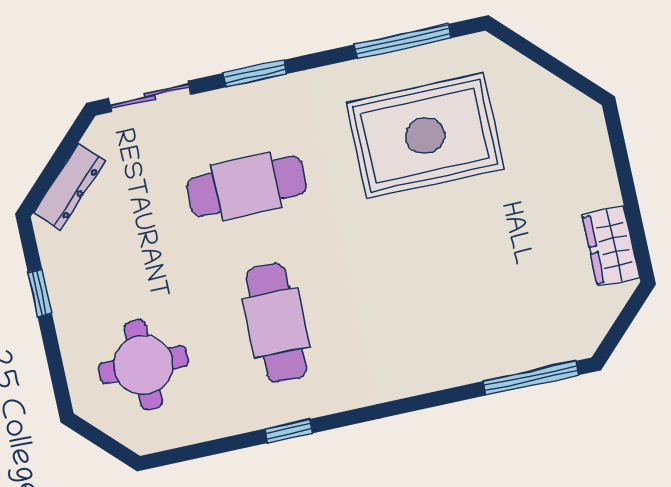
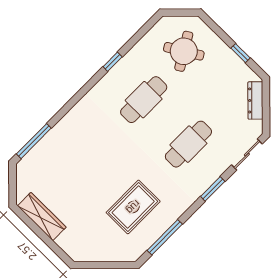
rug: (425, 136) -> (133, 207), width x0.73, depth x0.69
wardrobe: (611, 246) -> (42, 217), width x1.50
cafe table: (276, 323) -> (144, 100), turned 90
round table: (143, 365) -> (184, 51), turned -31

